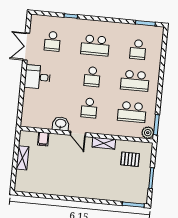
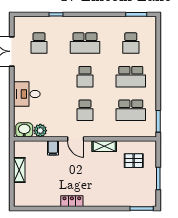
desk: (37, 77) -> (27, 94), moved
washbasin: (61, 124) -> (24, 130), moved
plant: (148, 133) -> (40, 131), moved
filing cabinet: (43, 139) -> (53, 148), moved
locker: (69, 191) -> (72, 201), added

